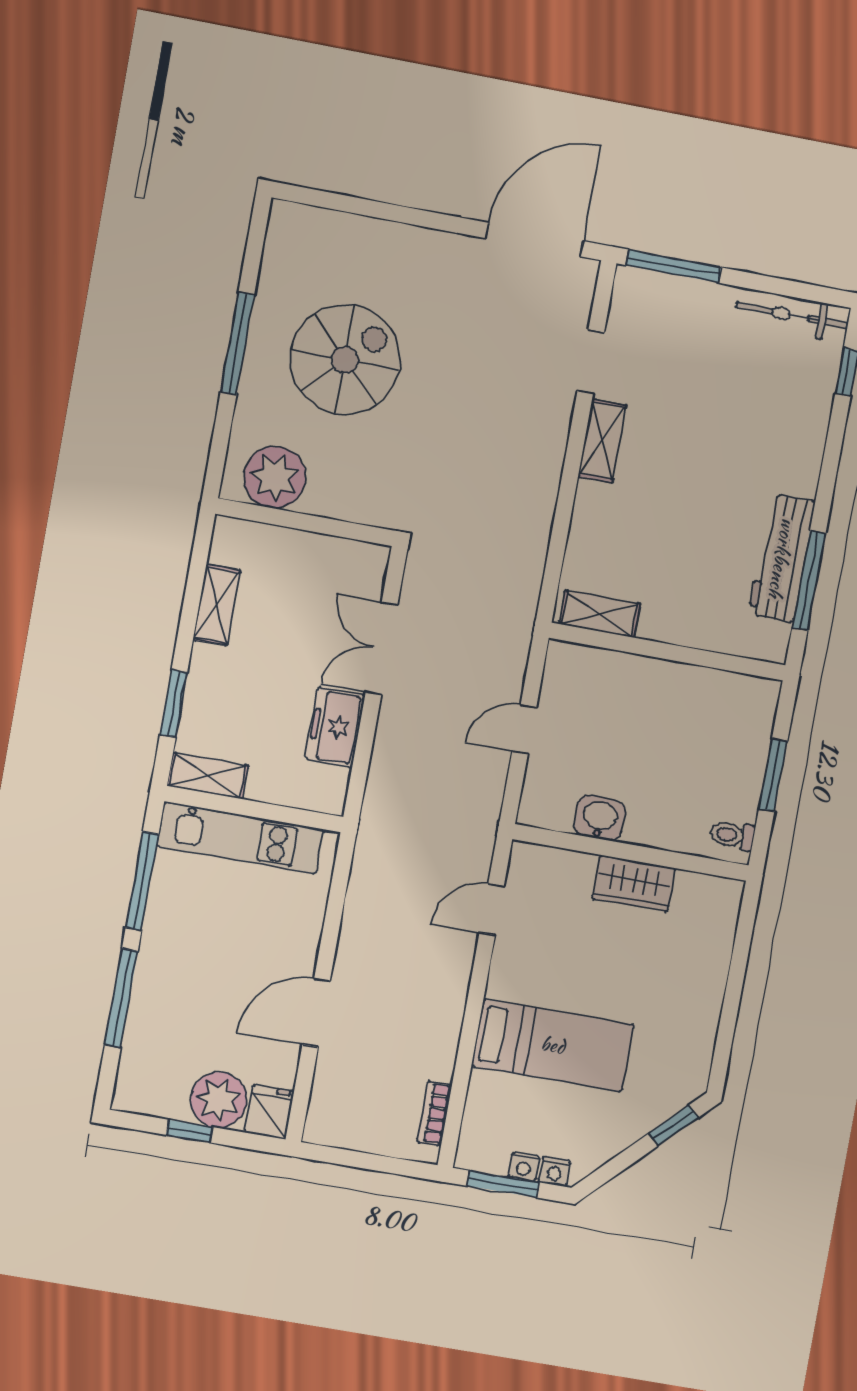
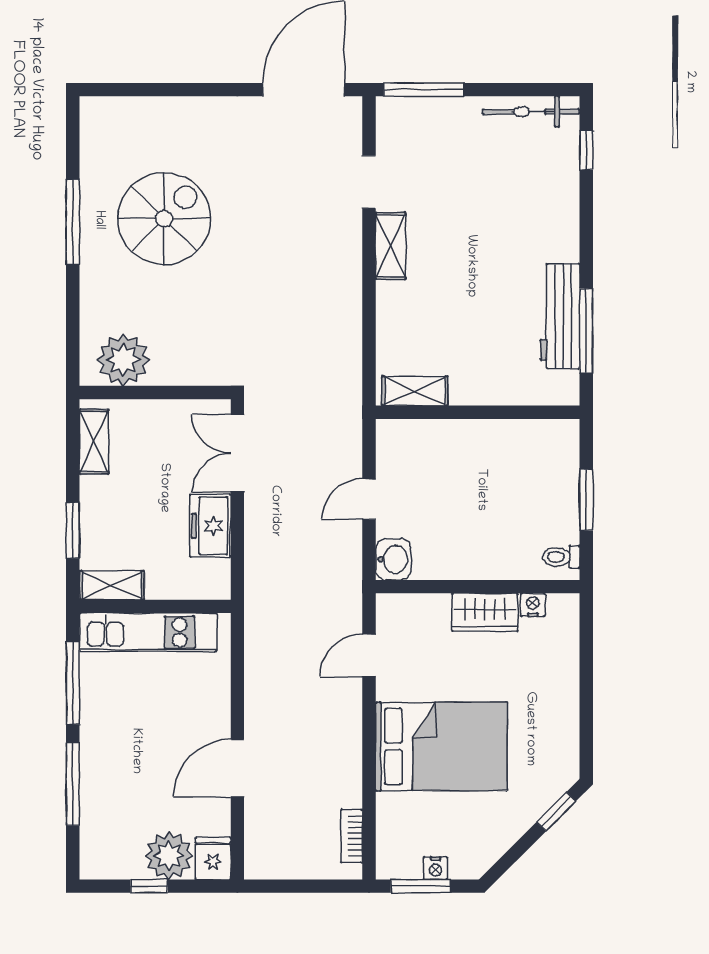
plant: (275, 477) -> (123, 360), moved
wall: (305, 522) -> (155, 392), moved
washbasin: (600, 818) -> (393, 559), moved, turned 90
bed: (553, 1045) -> (441, 746), width x1.50
nightstand: (555, 1172) -> (533, 605), moved, turned 180

